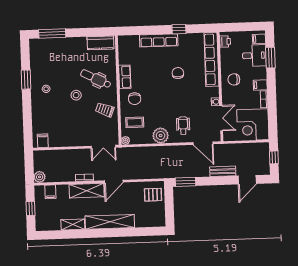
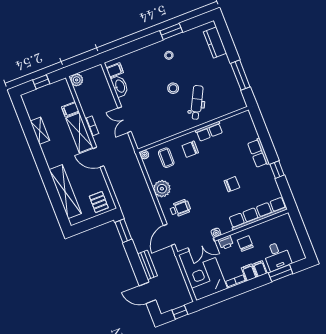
window: (52, 34) -> (240, 75), moved
filing cabinet: (259, 39) -> (260, 269), moved
row of seats: (159, 40) -> (258, 153), width x0.68
printer: (225, 42) -> (226, 242), moved
kitchen counter: (100, 43) -> (215, 42), moved
trolley: (105, 110) -> (168, 123), removed
washbasin: (58, 141) -> (120, 86), added
double door: (103, 147) -> (125, 120), moved
filing cabinet: (50, 192) -> (70, 109), moved
shelving: (110, 222) -> (65, 192), moved

